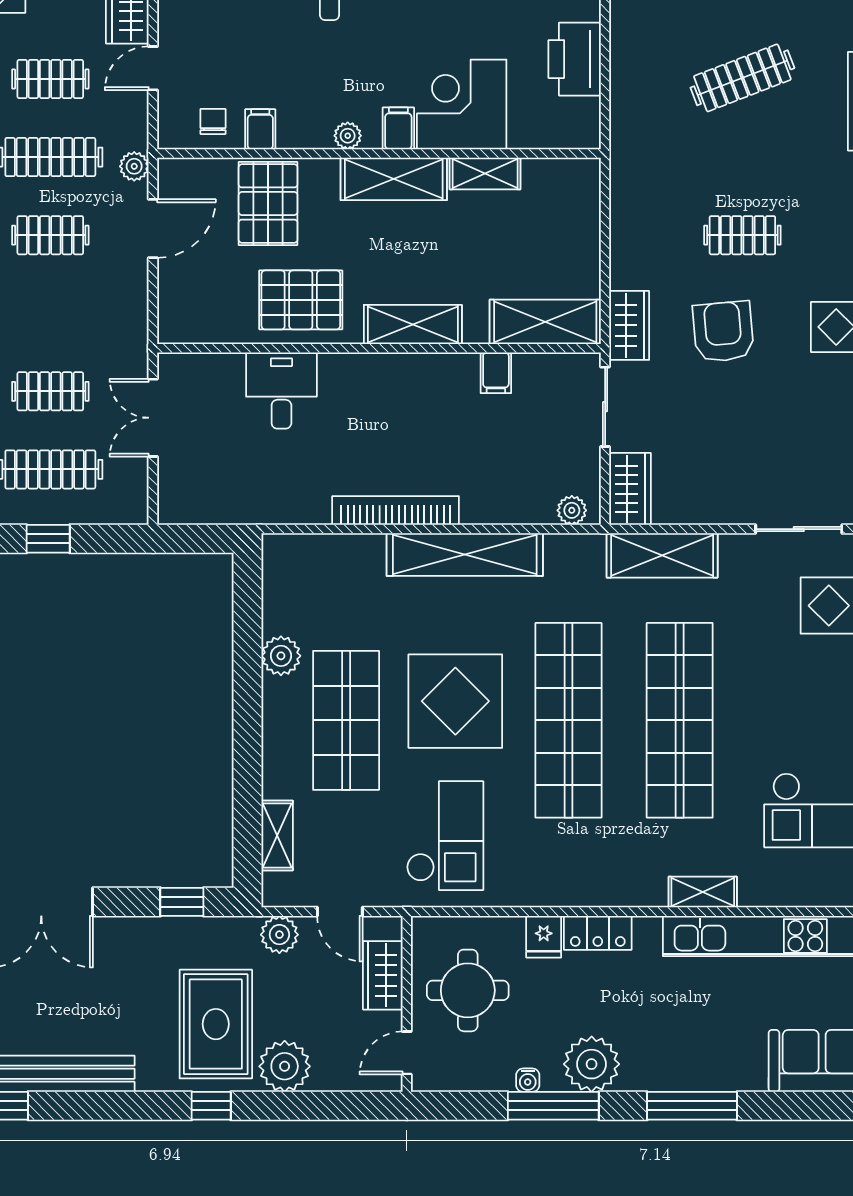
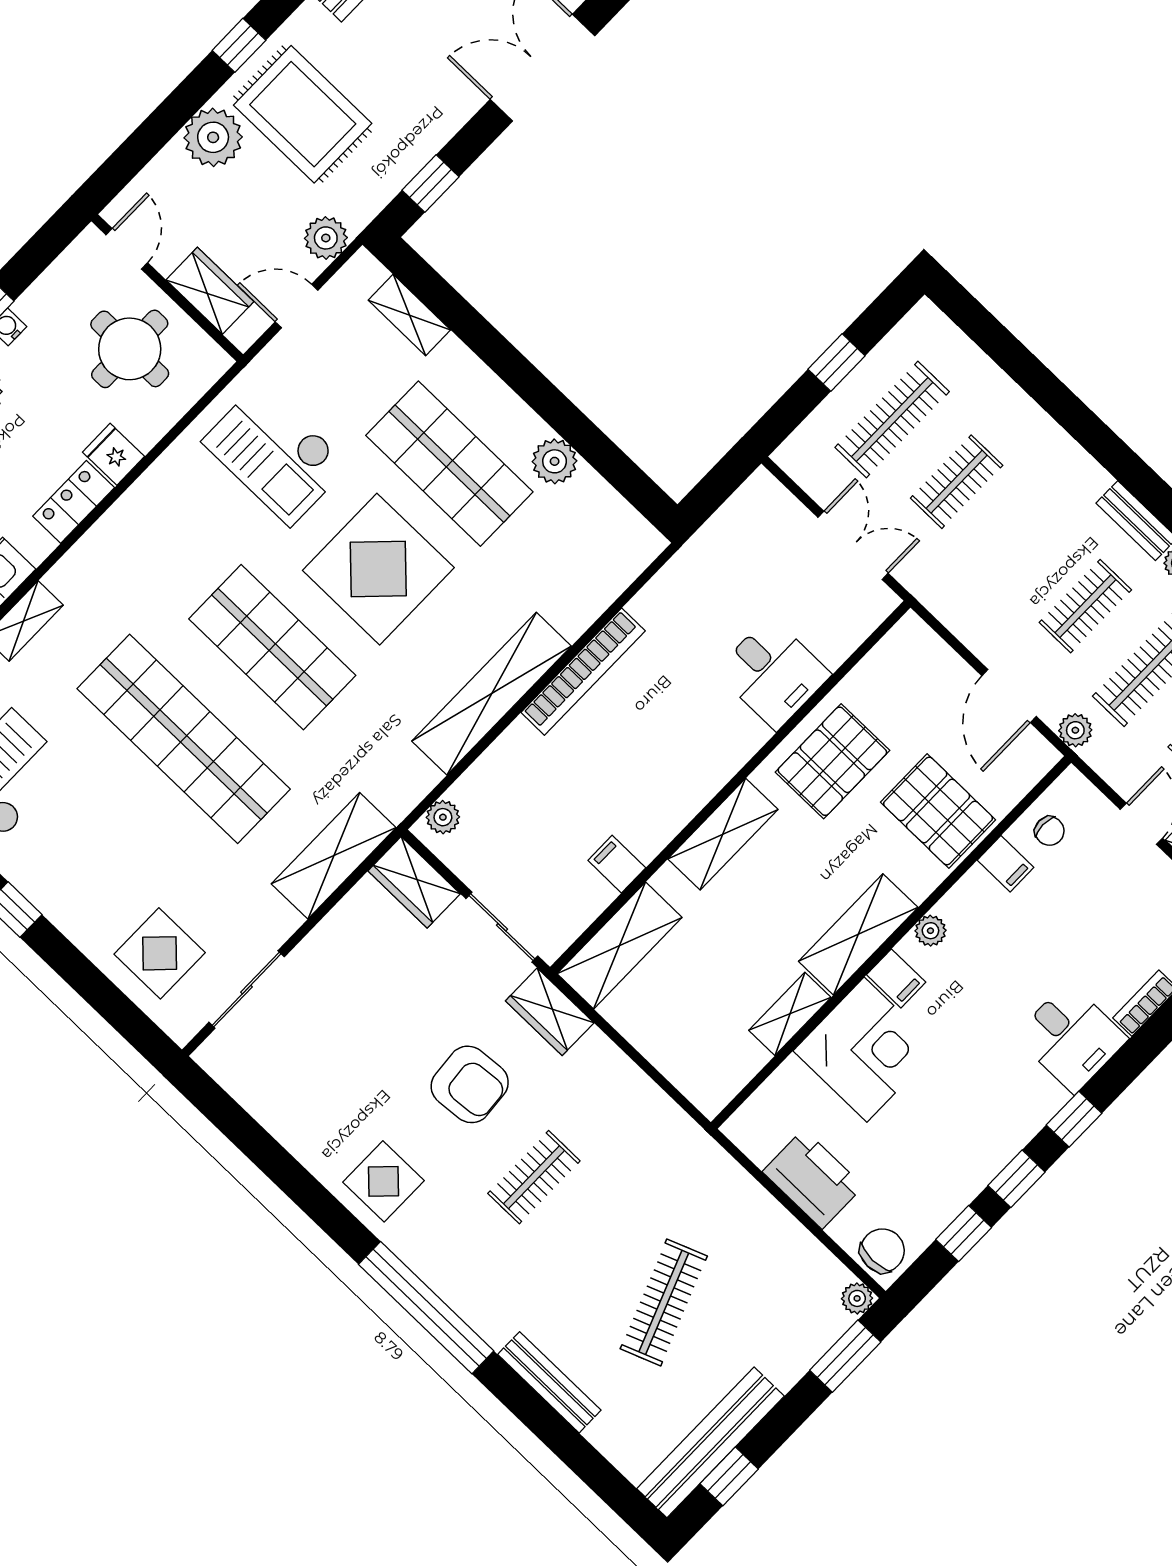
shop shelf: (568, 720) -> (272, 647), width x0.71

